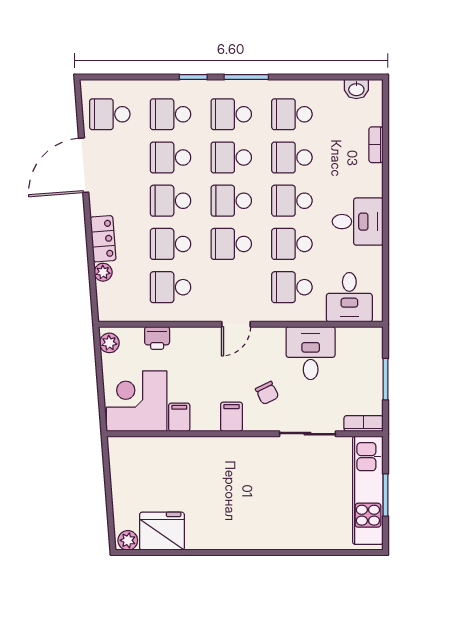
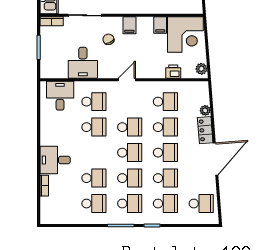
washbasin: (356, 89) -> (56, 218), removed
door: (84, 165) -> (216, 159), moved
school desk: (292, 201) -> (94, 153), removed
desk: (358, 222) -> (55, 160), moved

